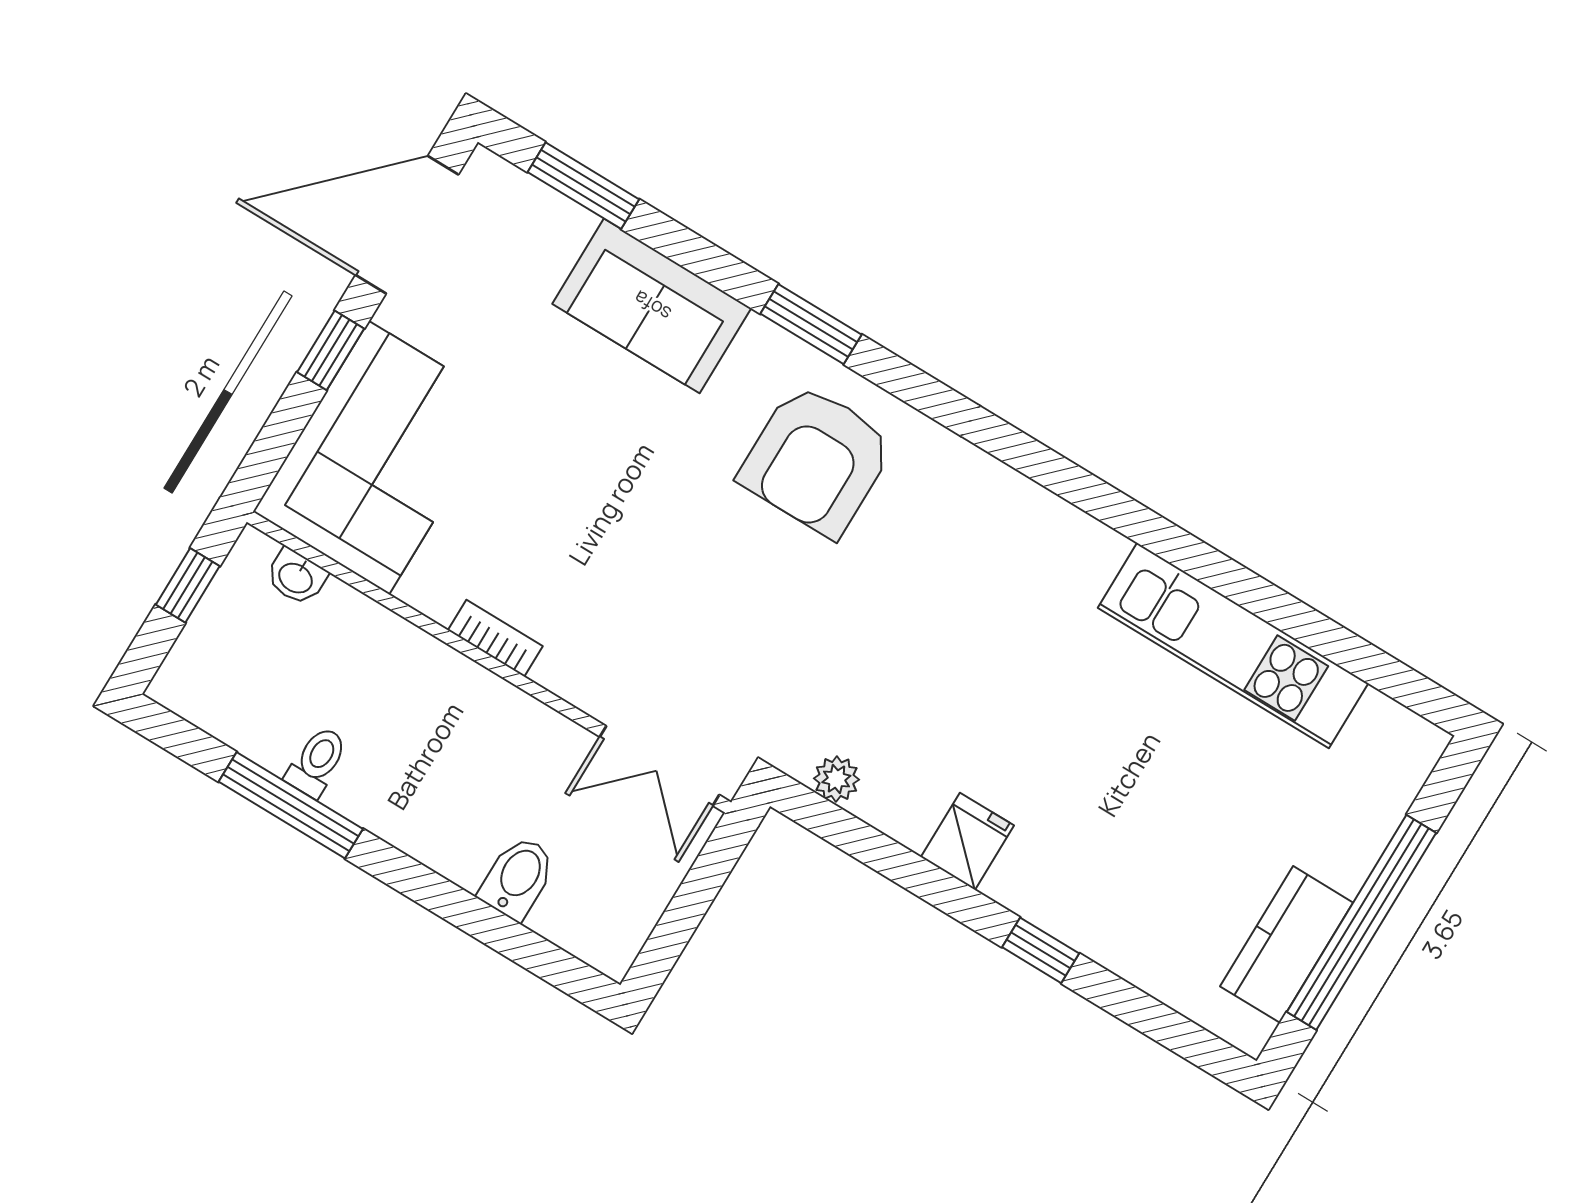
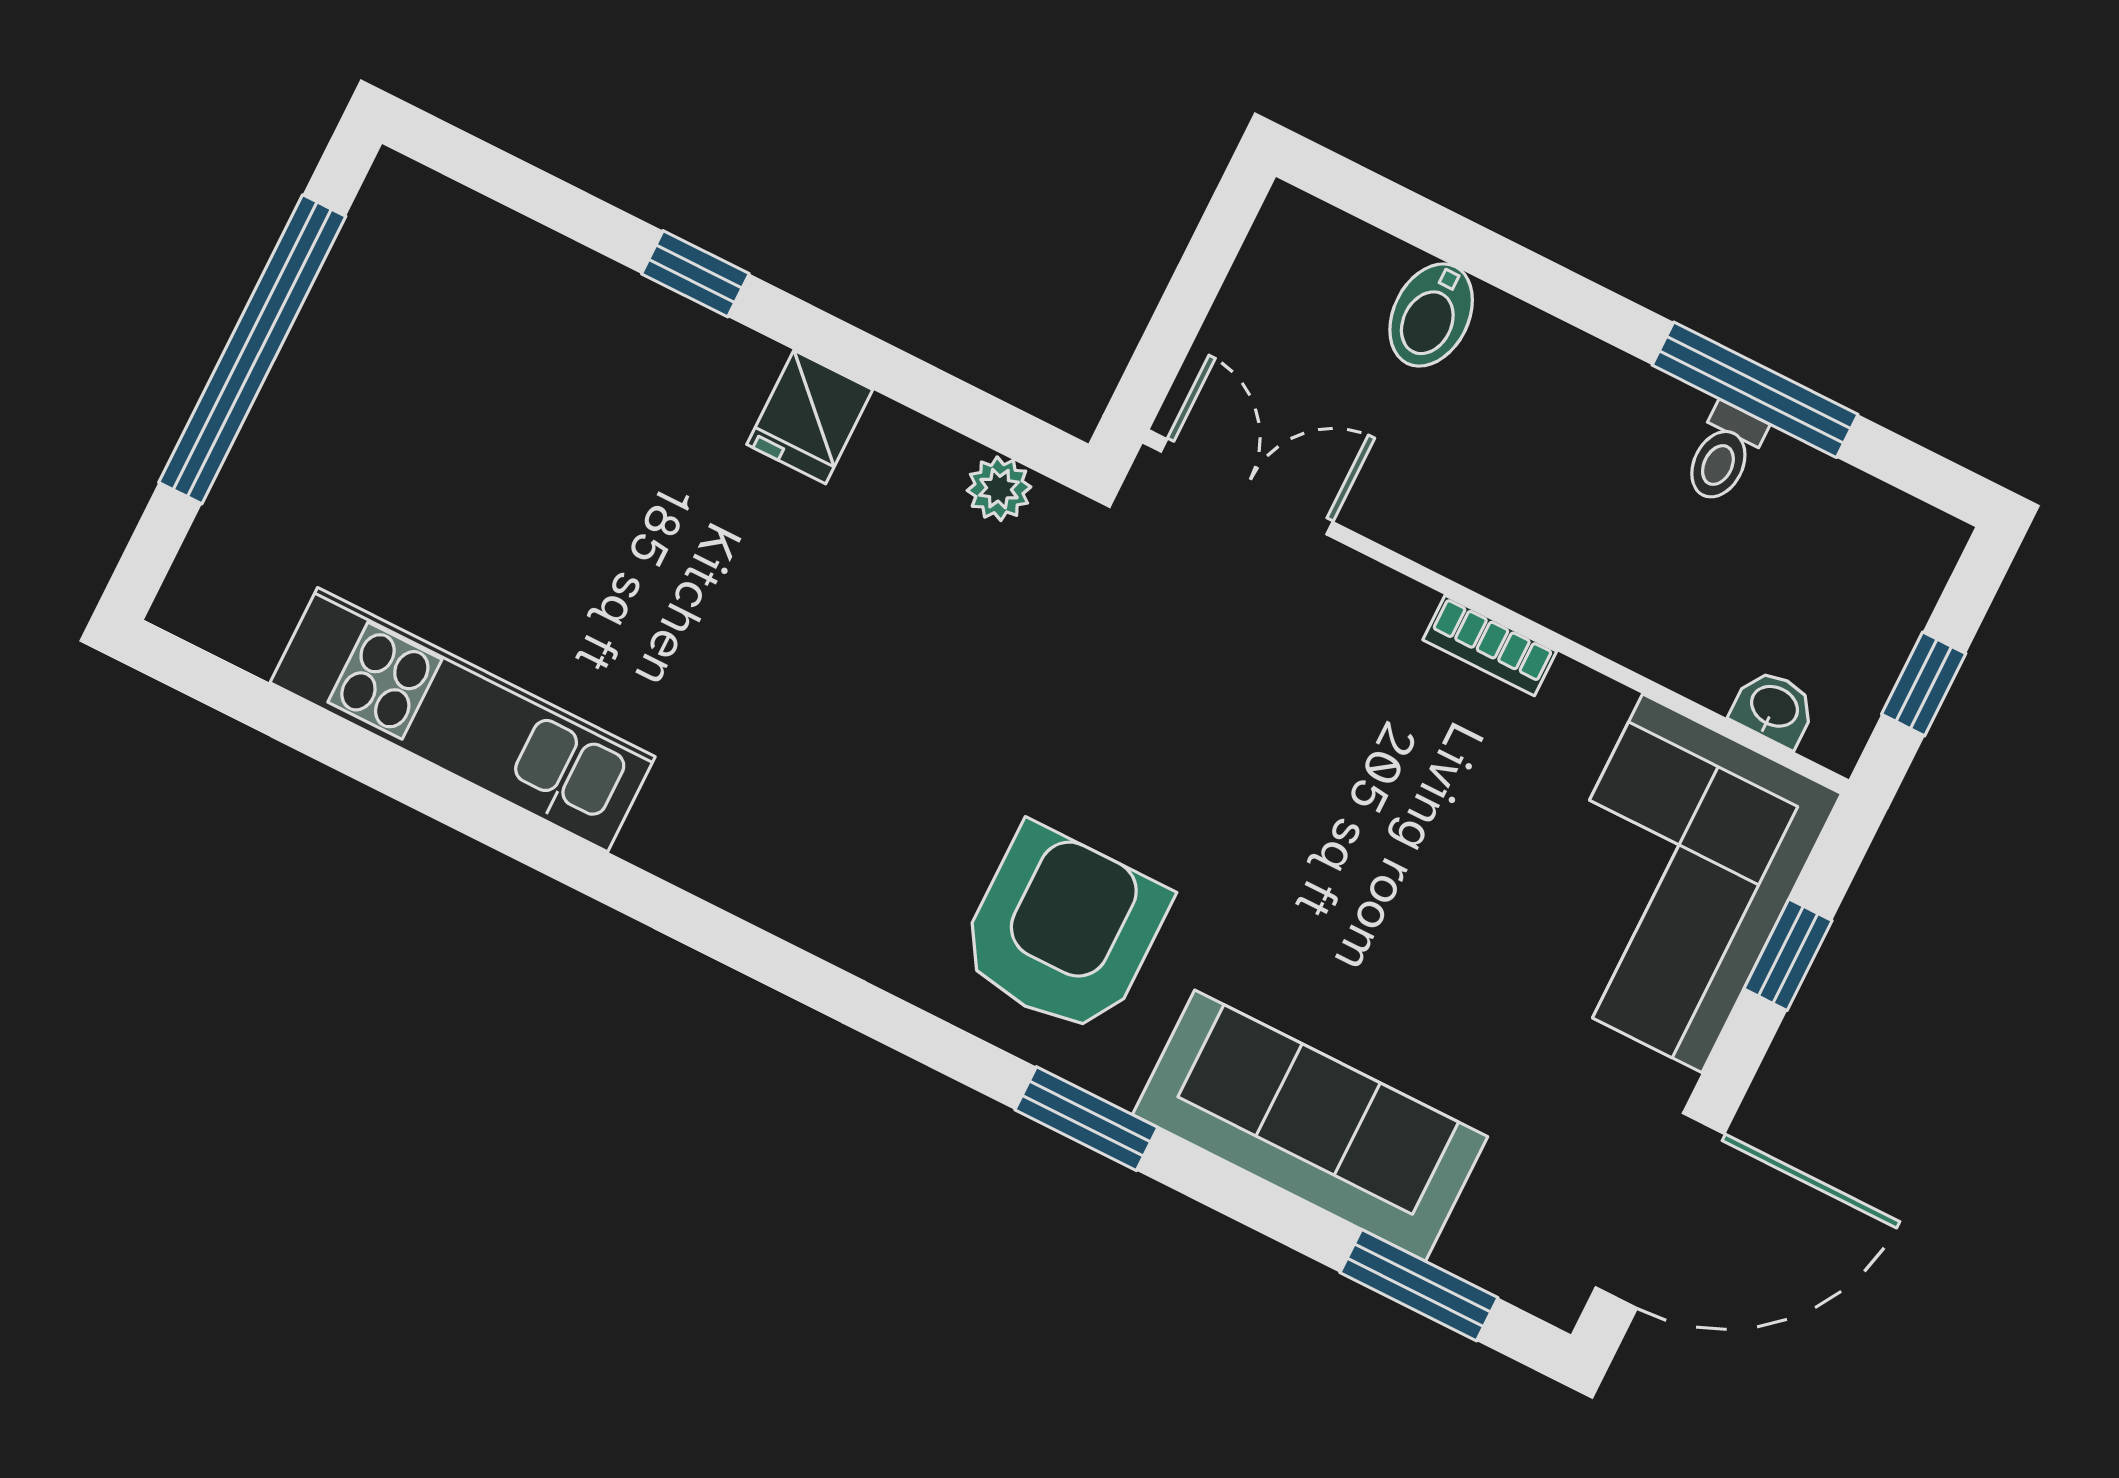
sofa: (652, 306) -> (1310, 1126), width x1.36
window: (331, 350) -> (1788, 955), moved
kitchen counter: (1287, 944) -> (354, 310), removed

